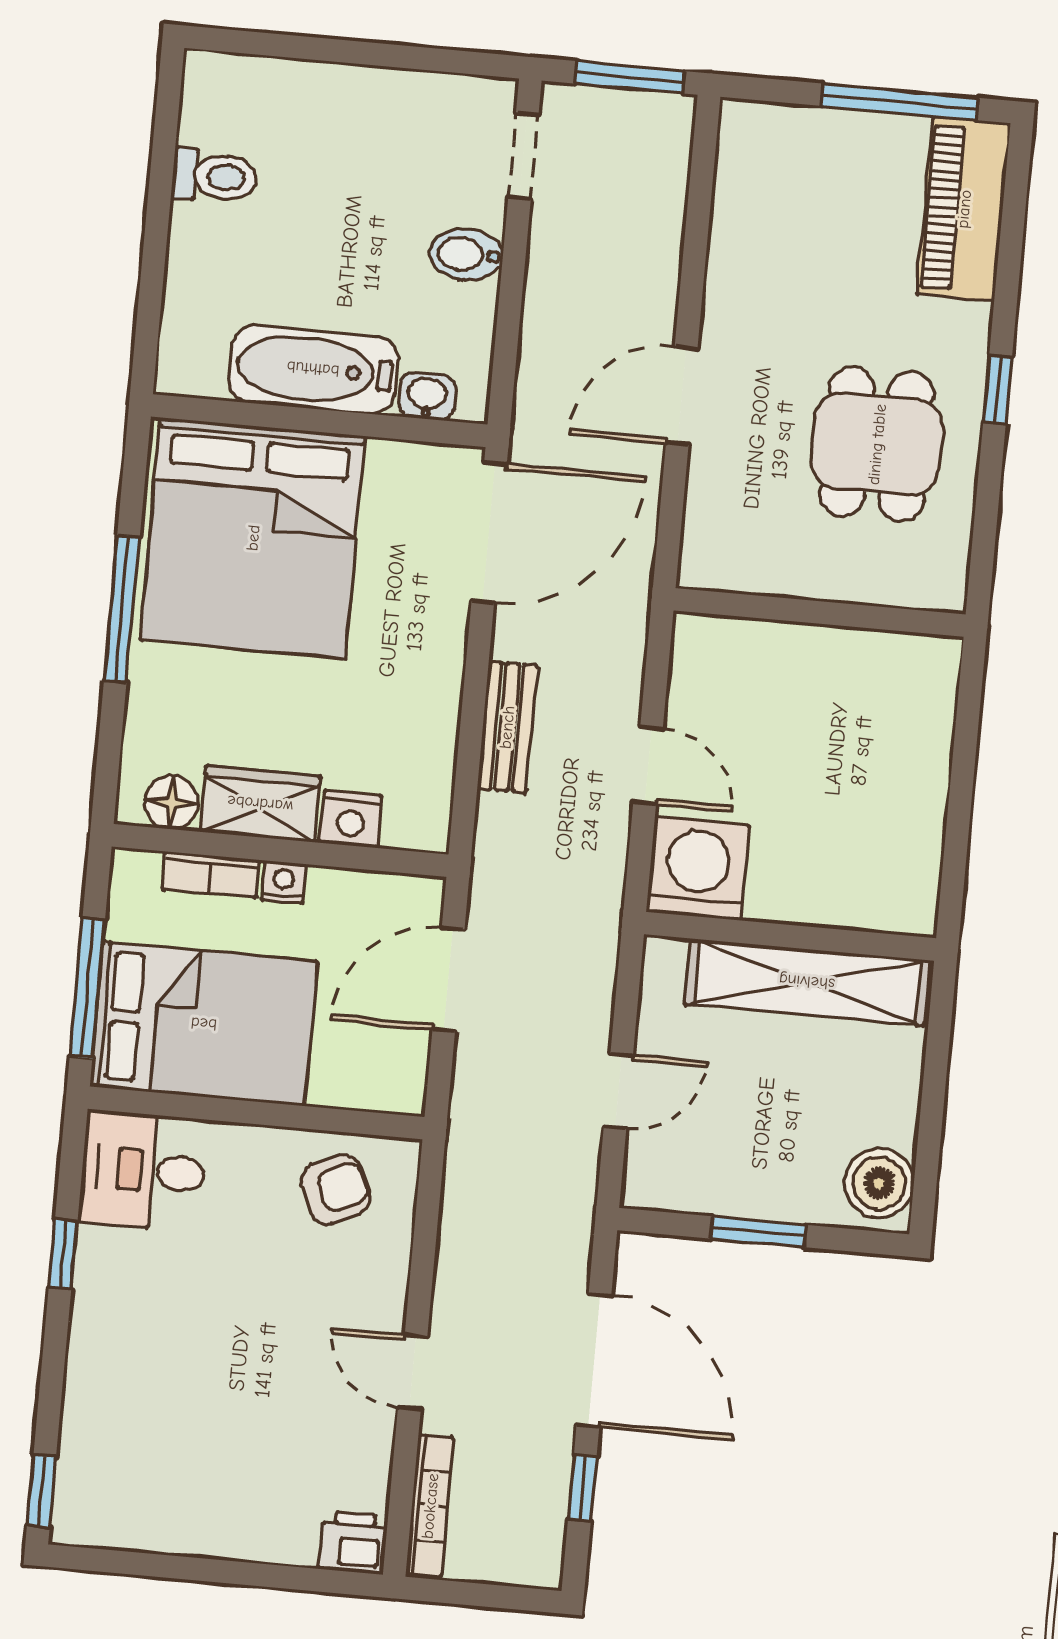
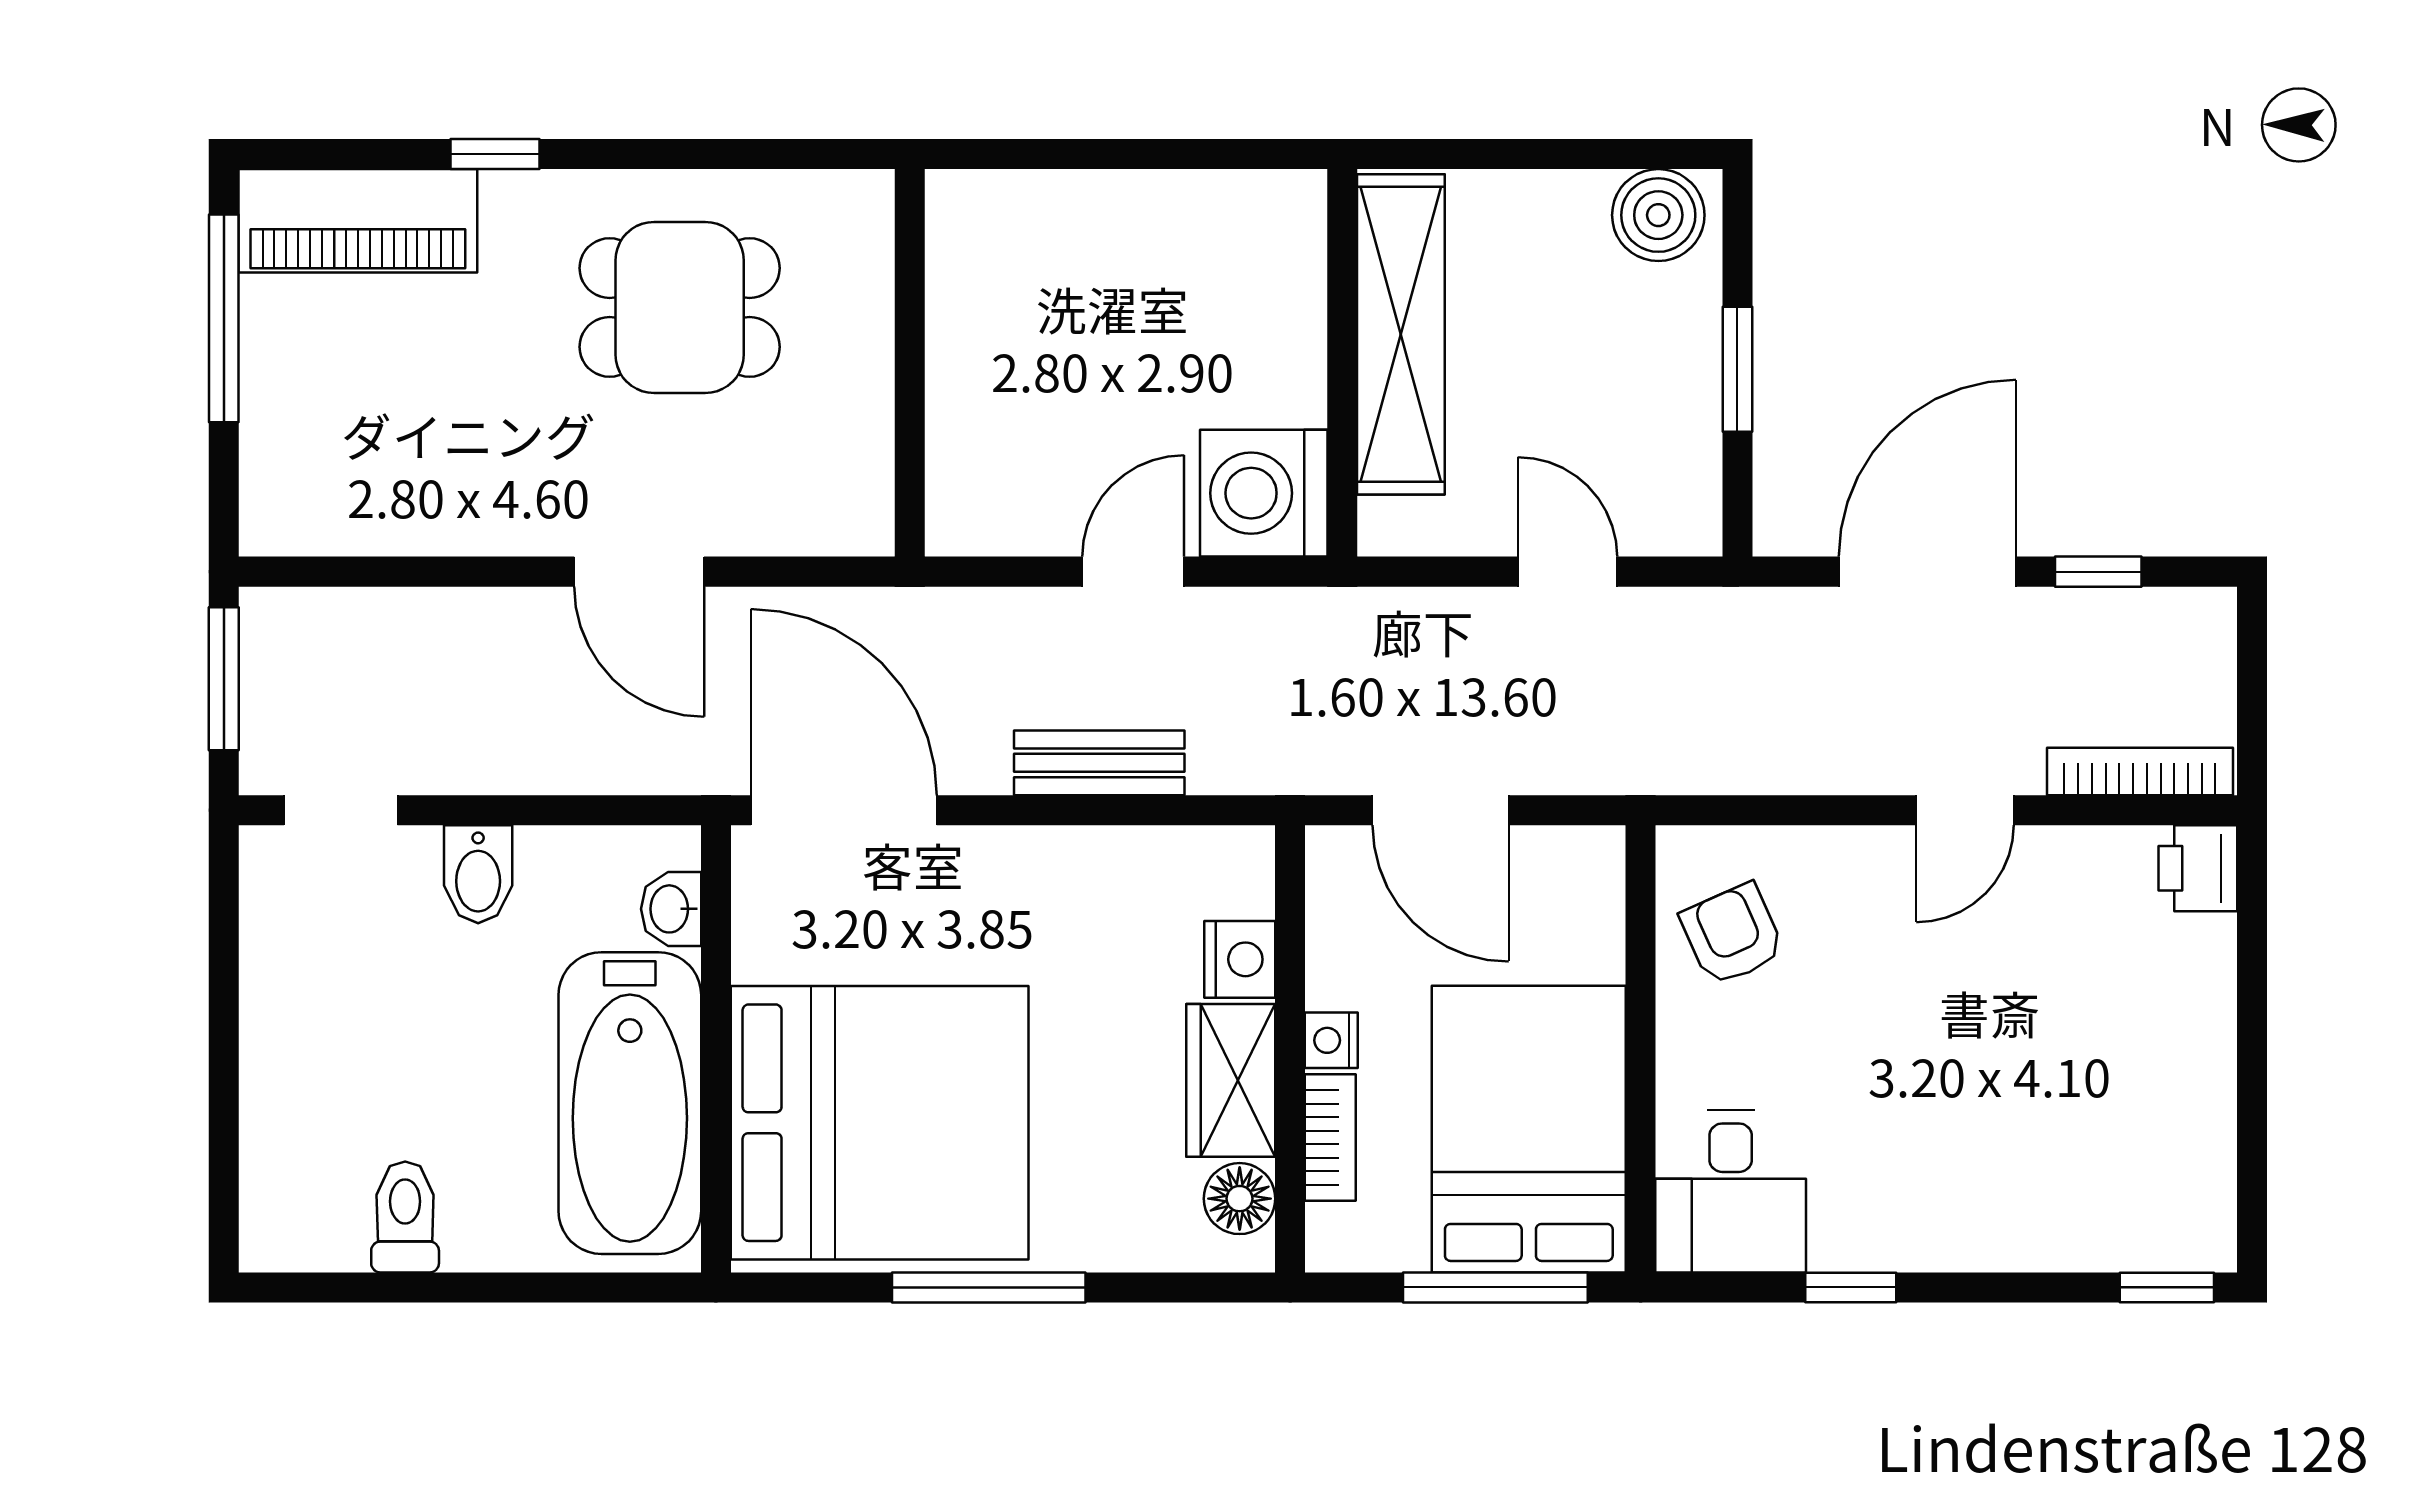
bathtub: (313, 369) -> (630, 1103), width x1.36, depth x1.36
window: (998, 389) -> (495, 154), moved

